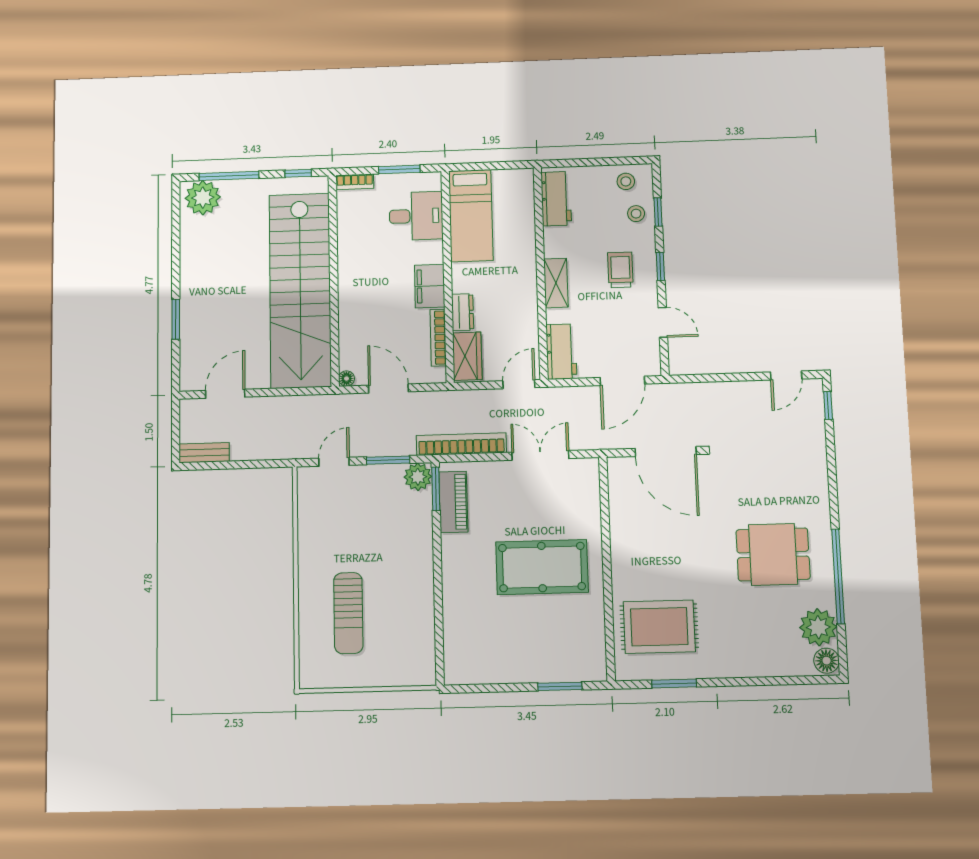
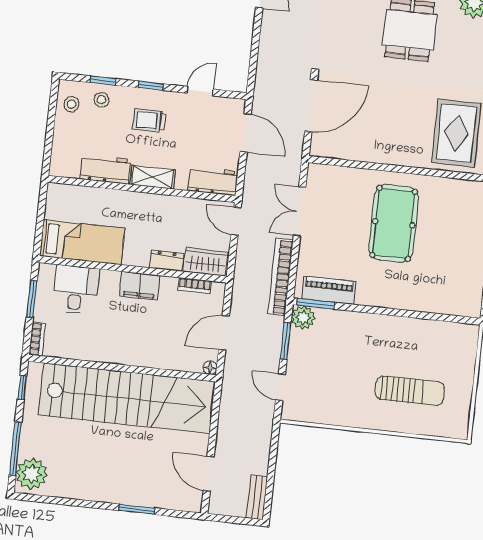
workbench: (556, 199) -> (105, 169), moved
bookcase: (438, 338) -> (195, 286), width x0.64

